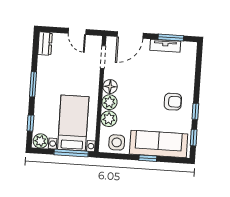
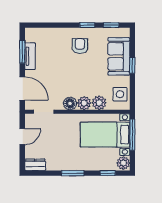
sofa: (159, 144) -> (119, 56), width x0.73

